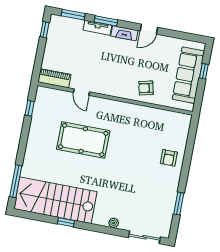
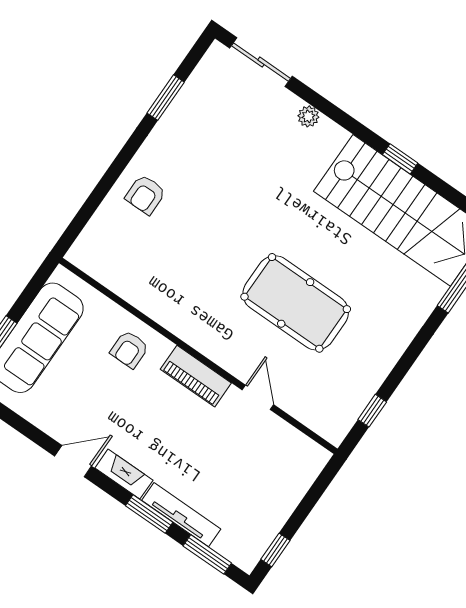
tv unit: (97, 28) -> (181, 515), width x1.41
piano: (54, 78) -> (196, 376), moved
armchair: (146, 88) -> (129, 349), turned 103
armchair: (169, 158) -> (145, 195), turned 180

